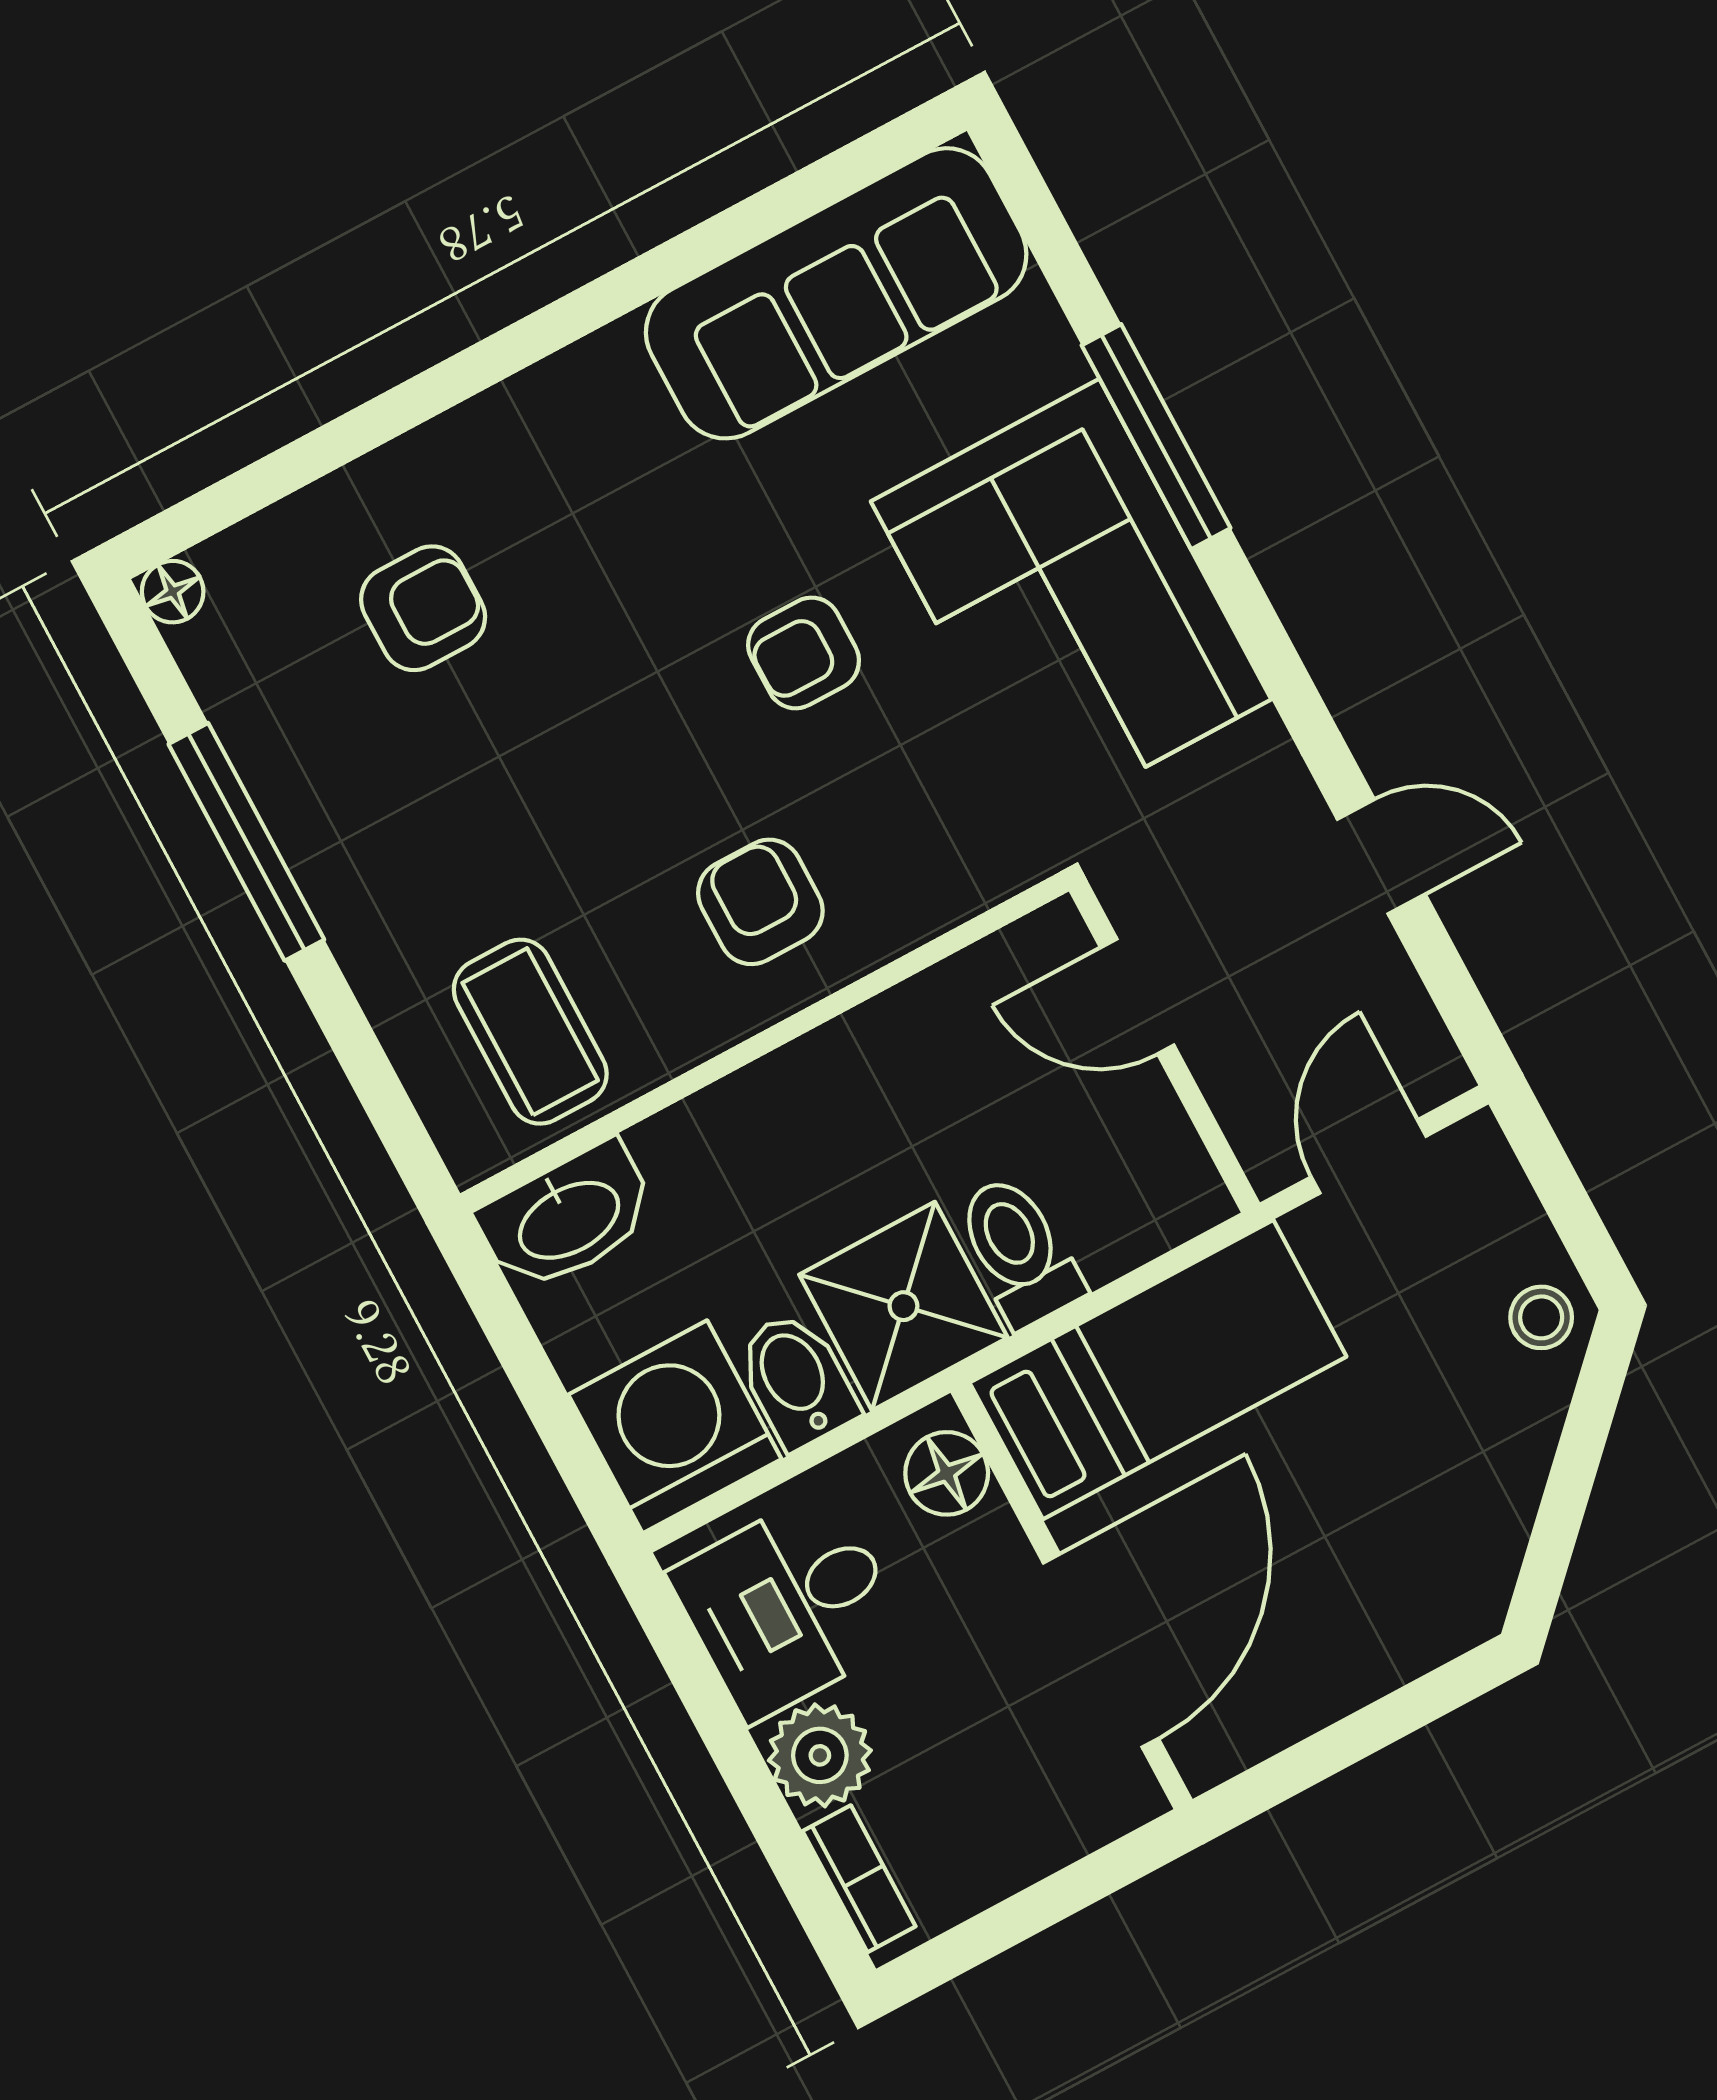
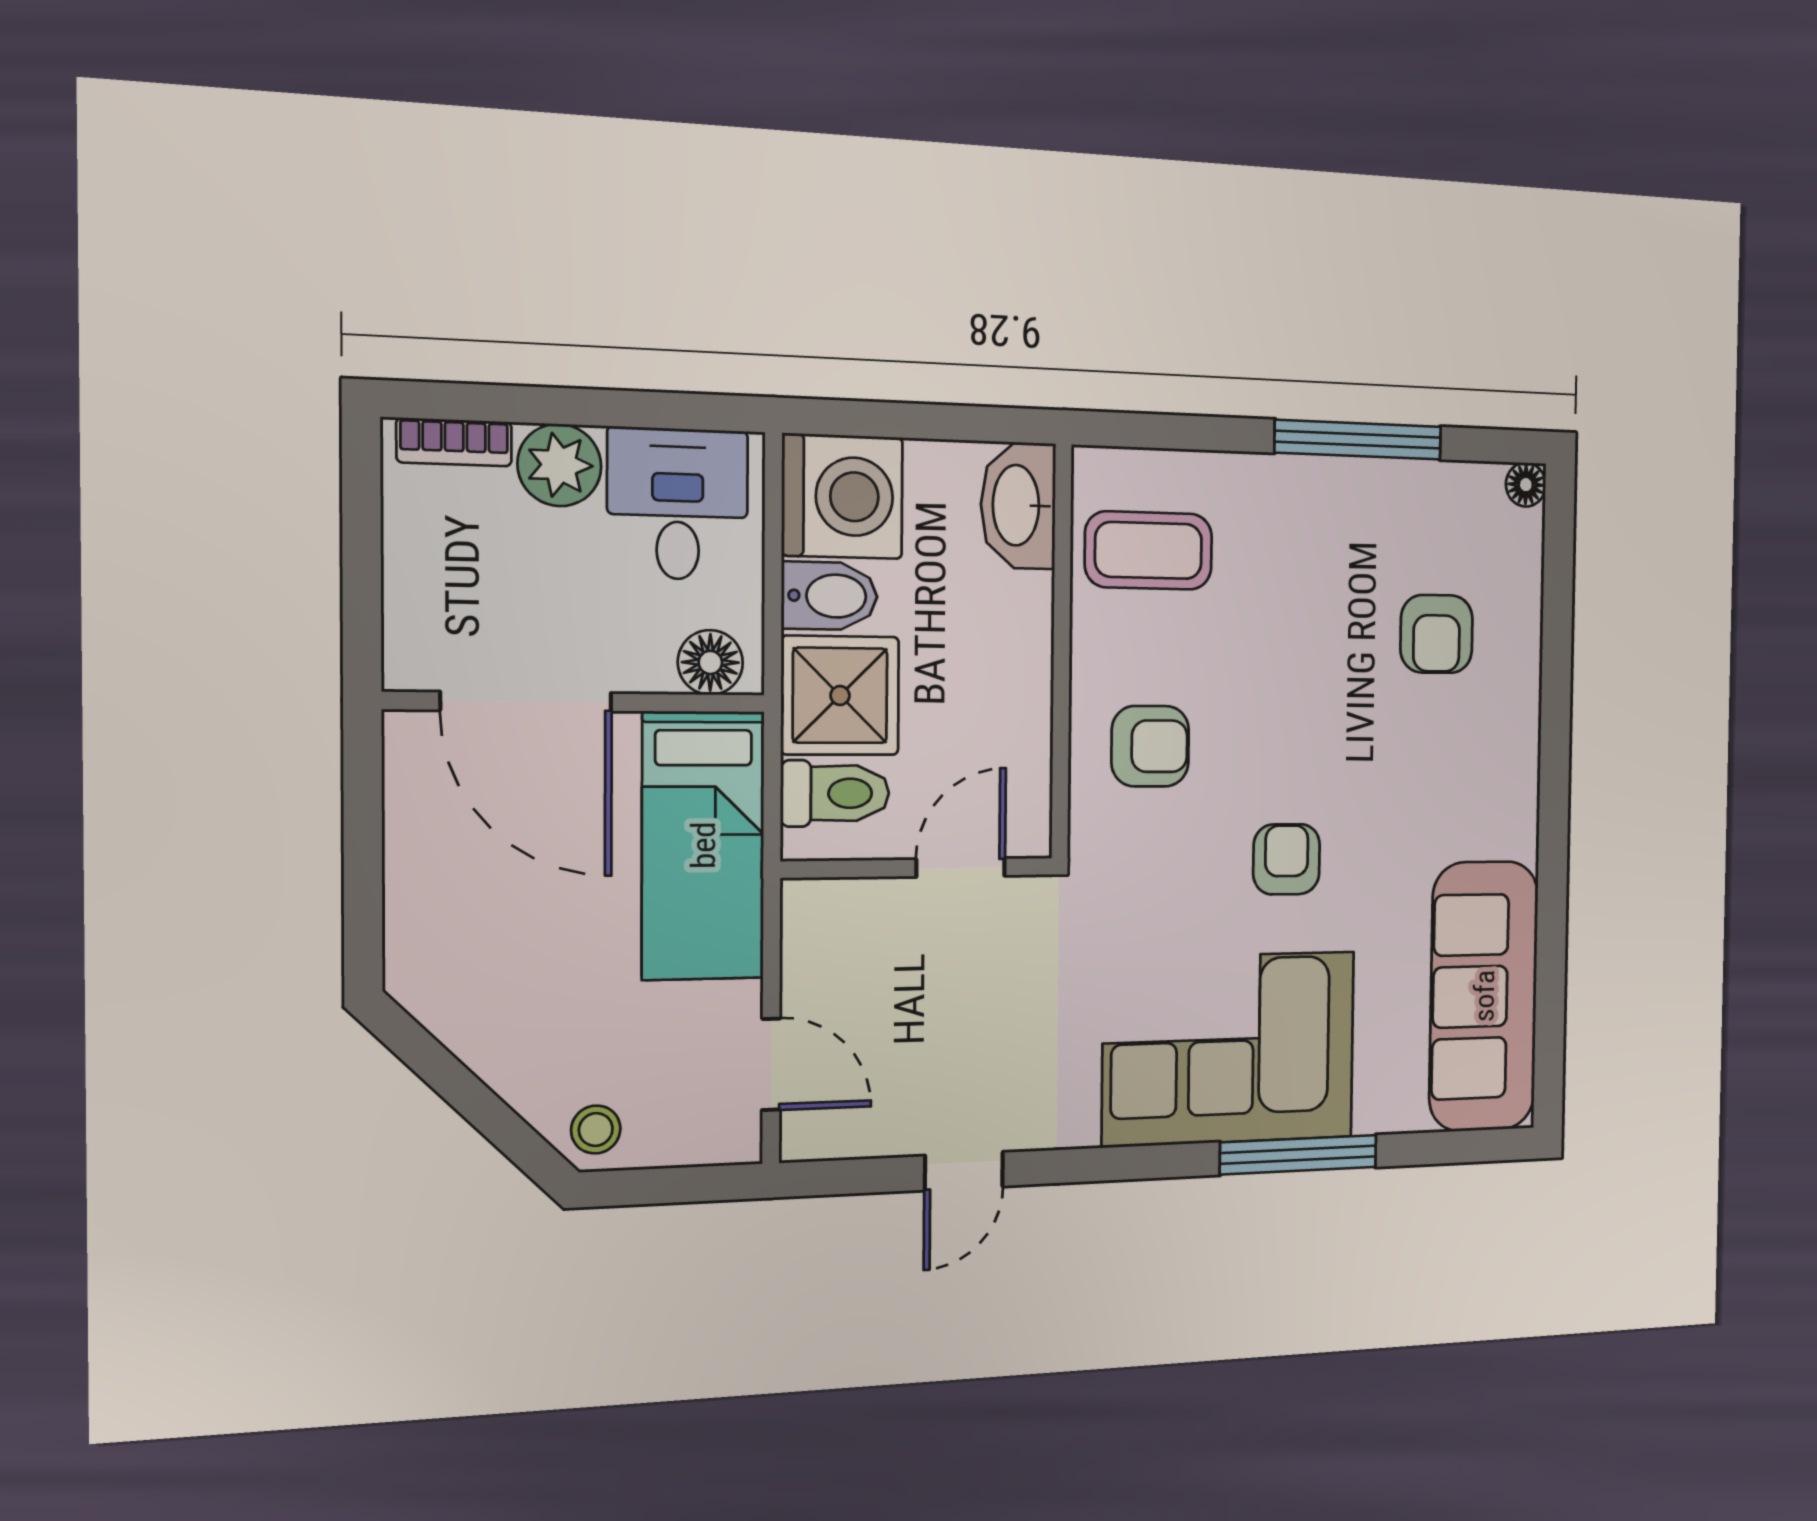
door: (1137, 996) -> (961, 868), moved
wall: (1164, 1047) -> (918, 868), moved

